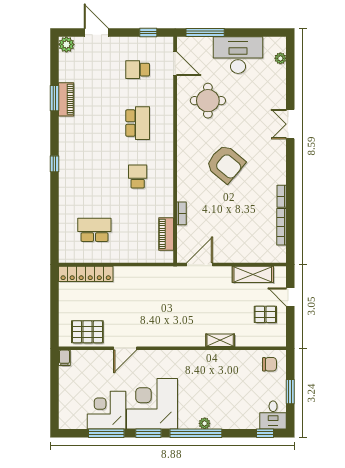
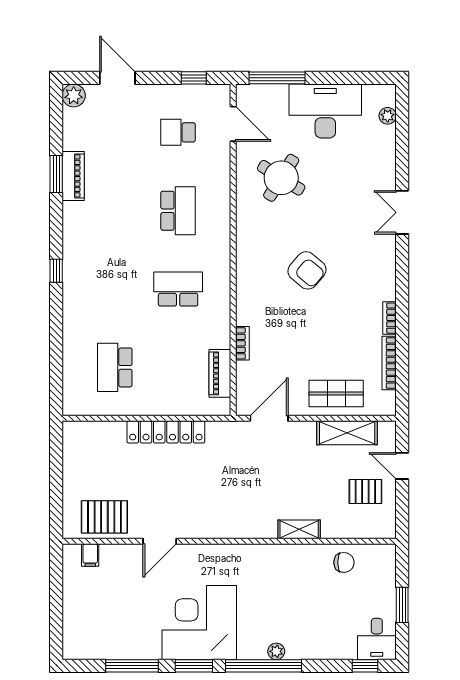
round table: (208, 101) -> (281, 178), turned 32
armchair: (225, 164) -> (307, 270), width x0.73, depth x0.73
school desk: (138, 176) -> (178, 289), width x1.85
school desk: (94, 230) -> (115, 367), turned -90
shop shelf: (245, 248) -> (336, 393), added
locker: (86, 274) -> (166, 432), moved
filing cabinet: (64, 358) -> (90, 555), moved
chair: (269, 364) -> (344, 562), moved
corner desk: (107, 410) -> (132, 632), removed

